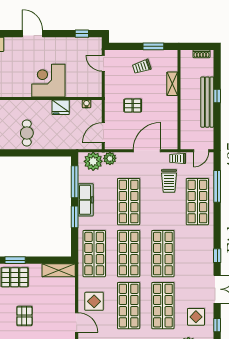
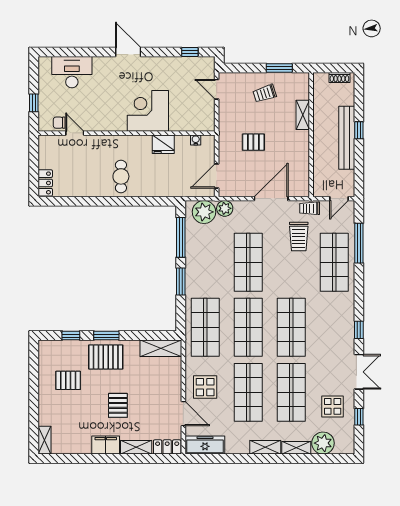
freezer: (86, 200) -> (194, 260), removed

